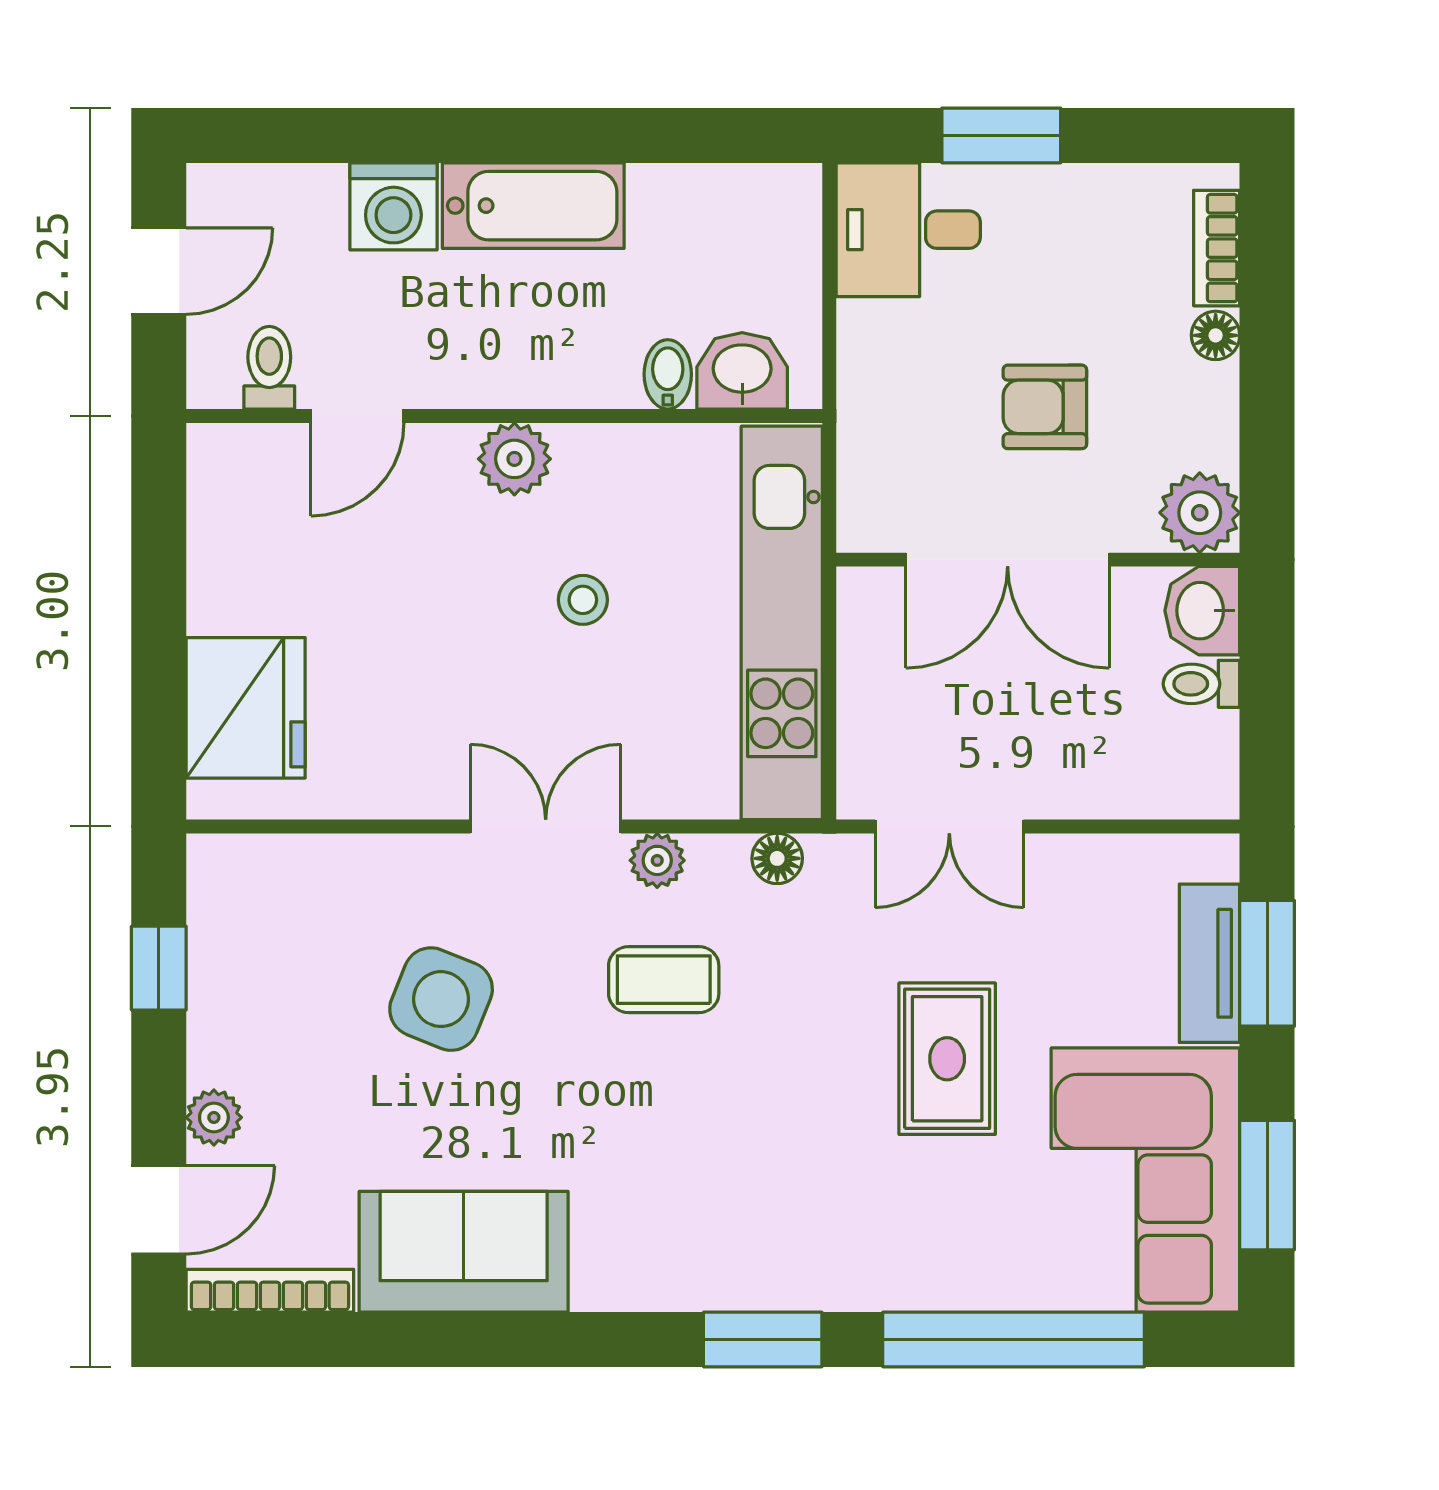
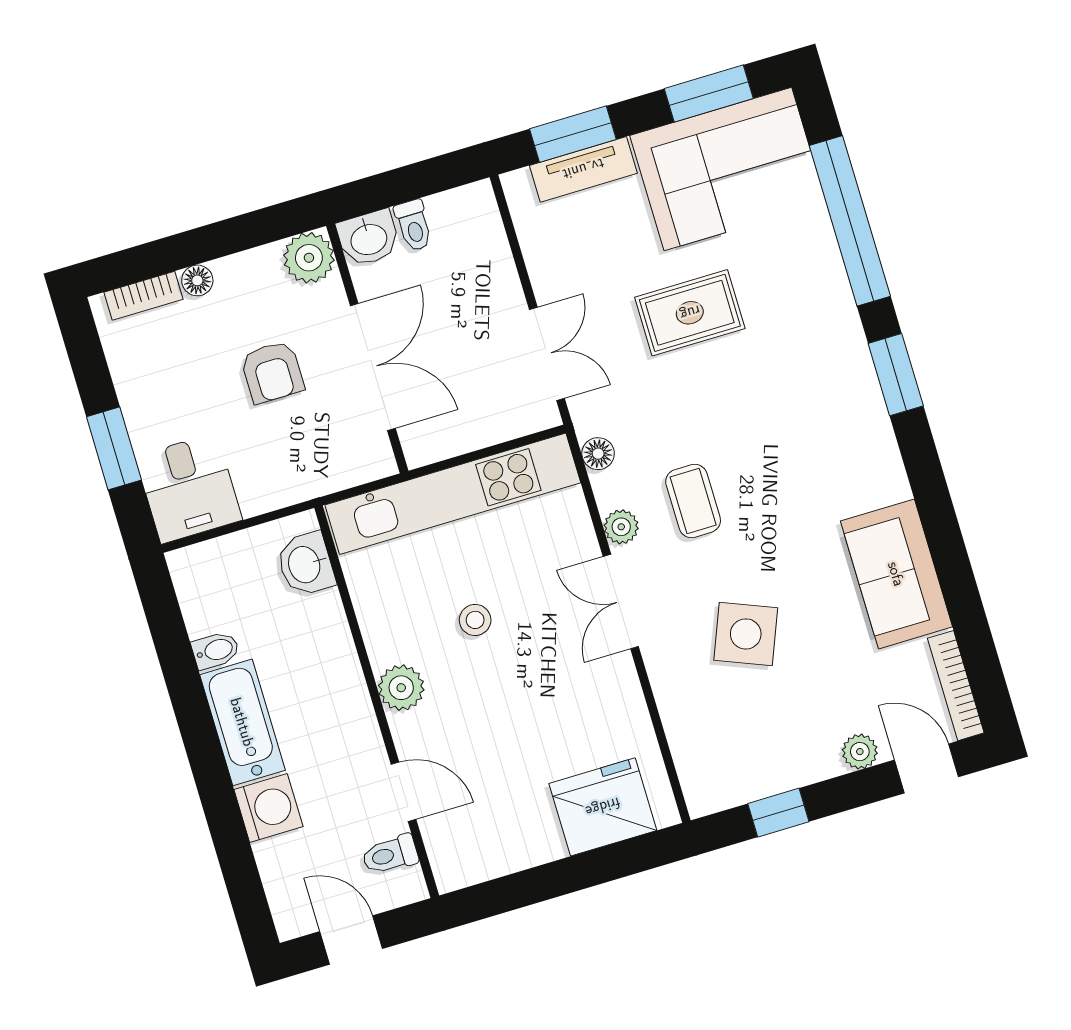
bidet: (668, 374) -> (216, 650), moved, turned 180

